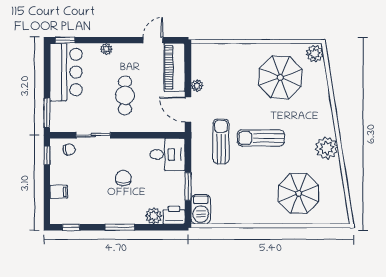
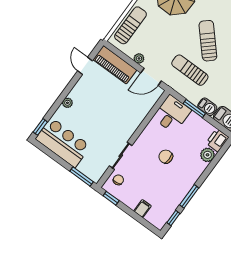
sun lounger: (222, 55) -> (130, 25), added
cafe table: (125, 95) -> (109, 113), removed
sun lounger: (261, 138) -> (208, 41), turned 138
barbecue: (198, 183) -> (207, 107), added
window: (188, 186) -> (194, 109), moved
window: (120, 227) -> (189, 196), moved

